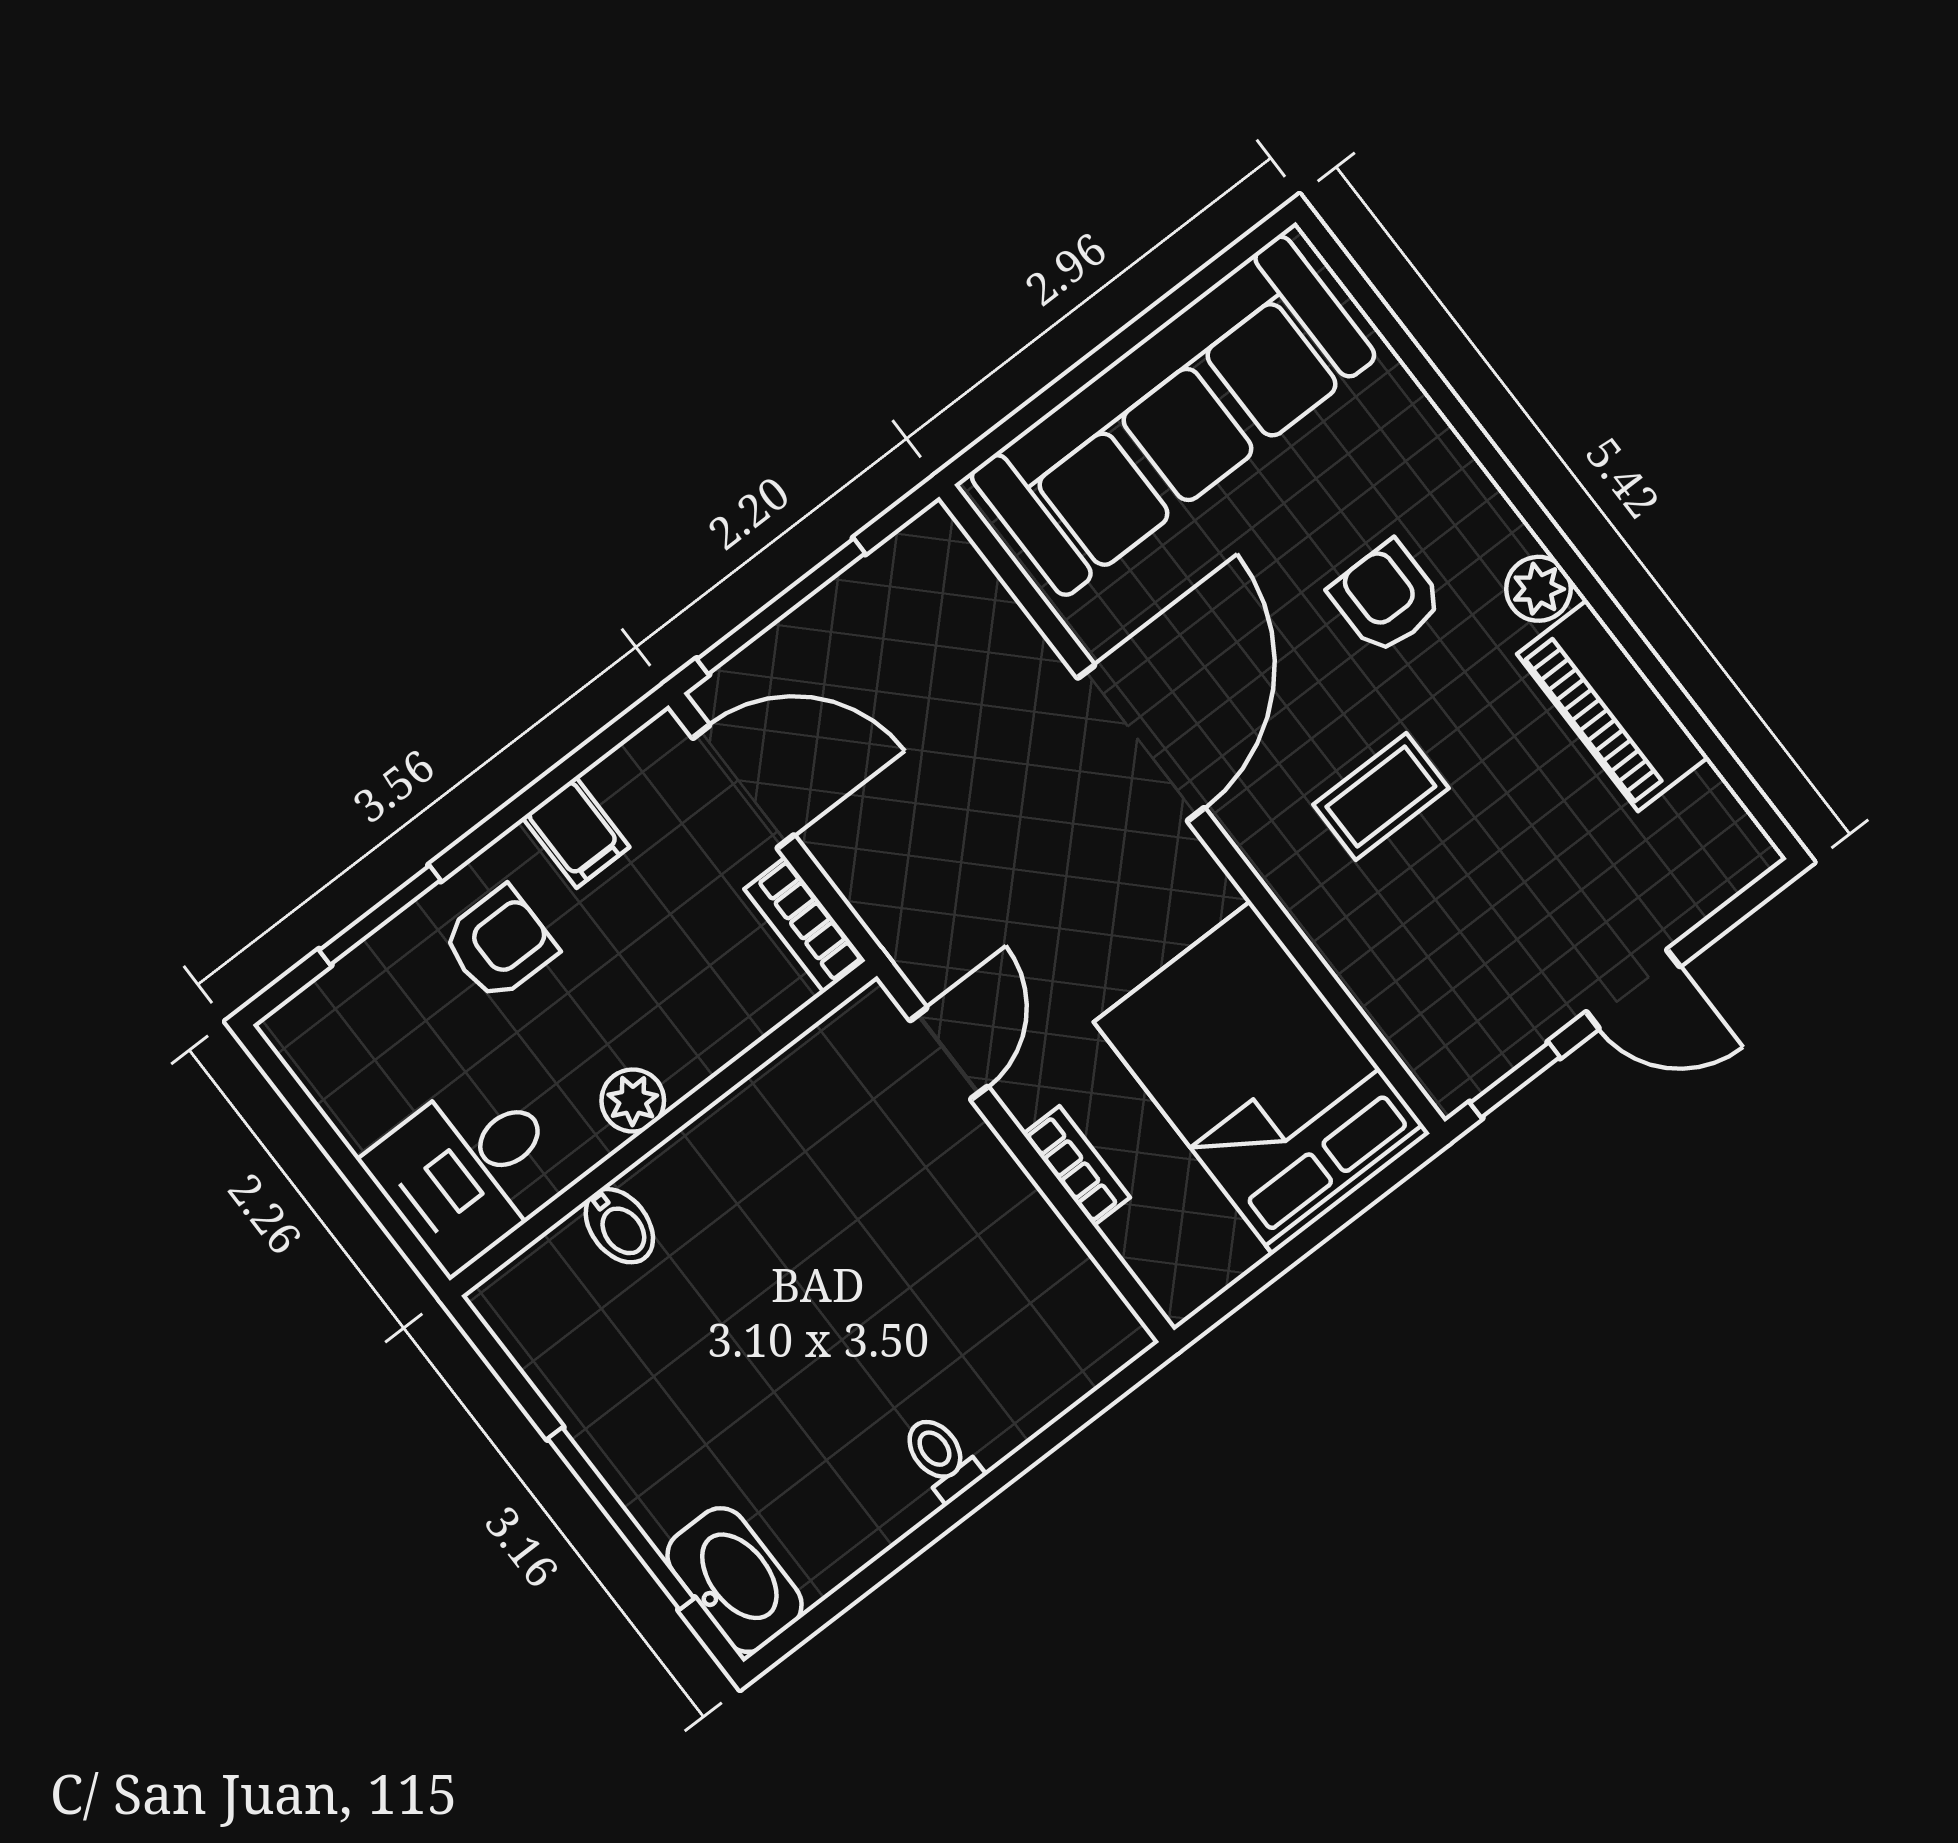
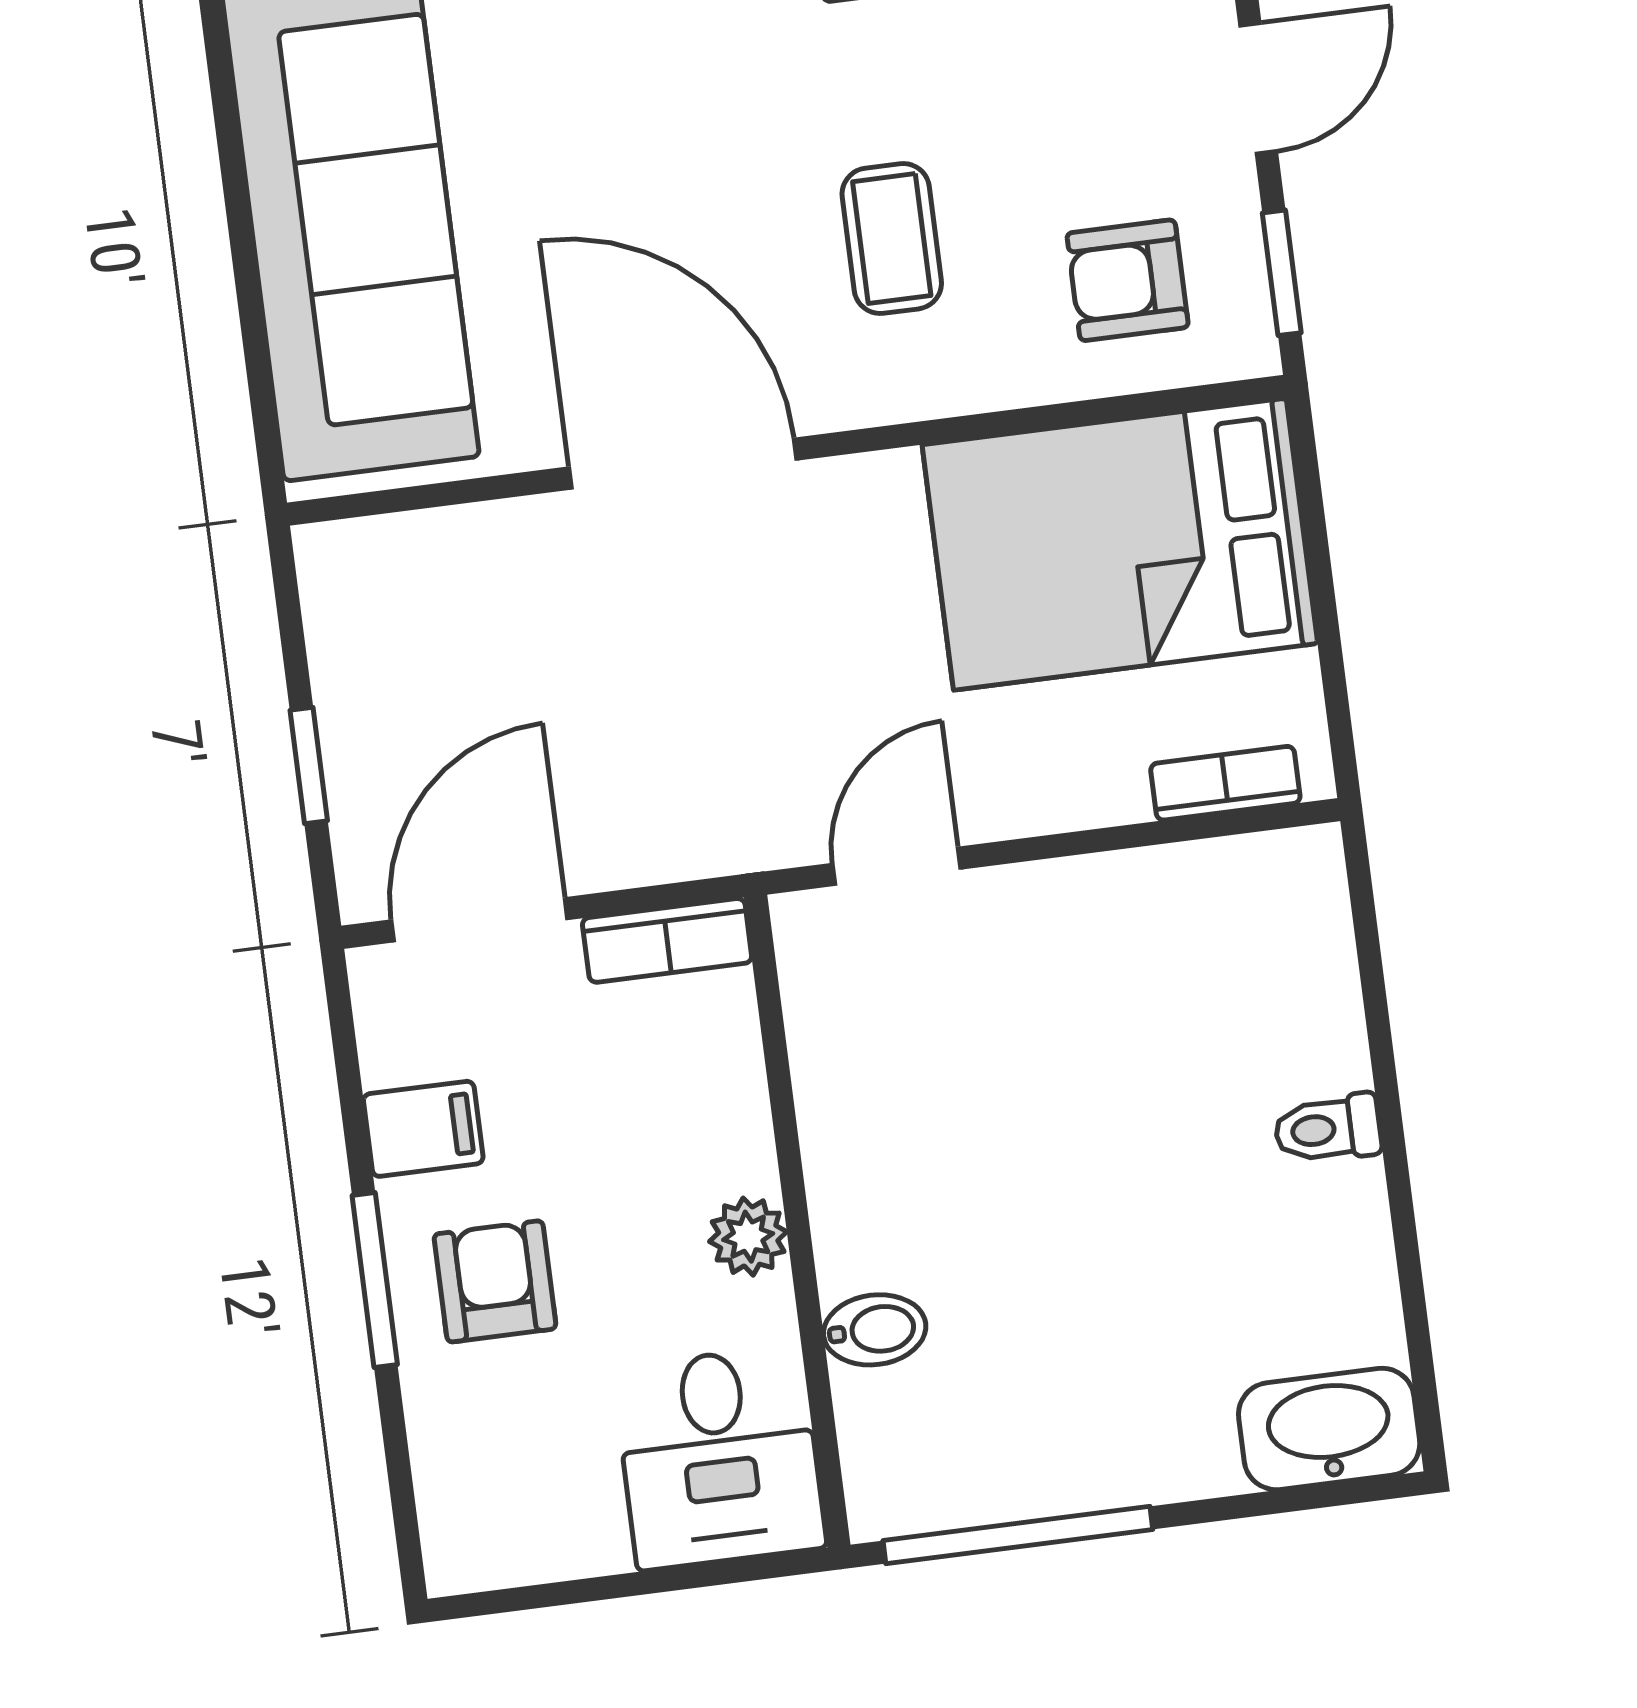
armchair: (1386, 598) -> (1128, 280), moved
window: (781, 606) -> (309, 765), width x0.46
window: (380, 915) -> (375, 1280), moved
door: (949, 1054) -> (897, 866), hinge flipped
bookcase: (1076, 1166) -> (1225, 783), moved
window: (621, 1519) -> (1018, 1535), moved

